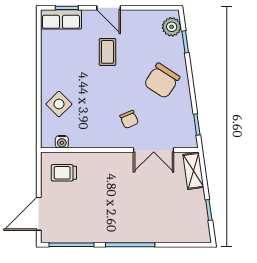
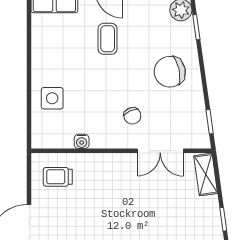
chair: (162, 81) -> (170, 72), turned 45
side table: (59, 104) -> (52, 98), turned 45
water cooler: (62, 142) -> (82, 141), moved

